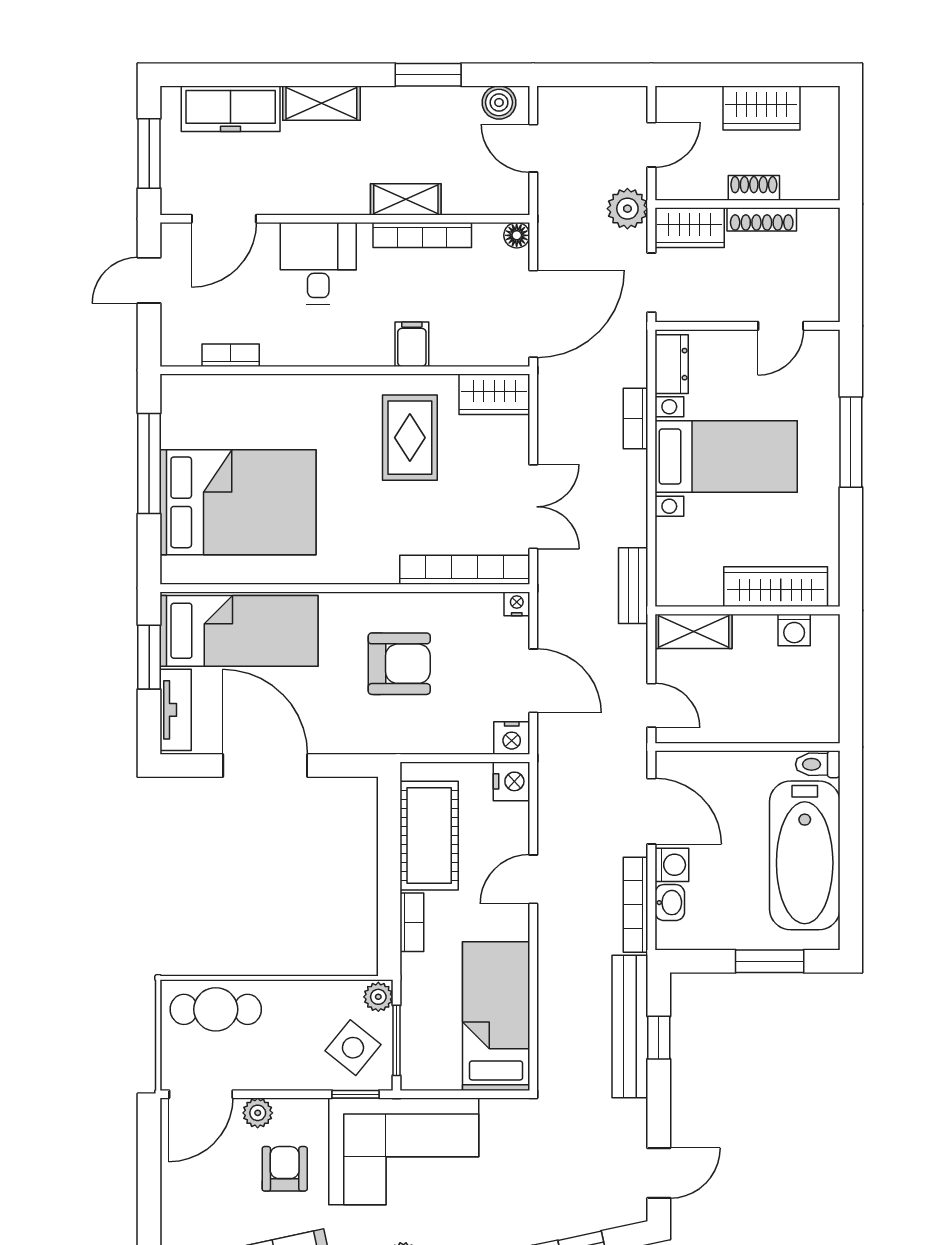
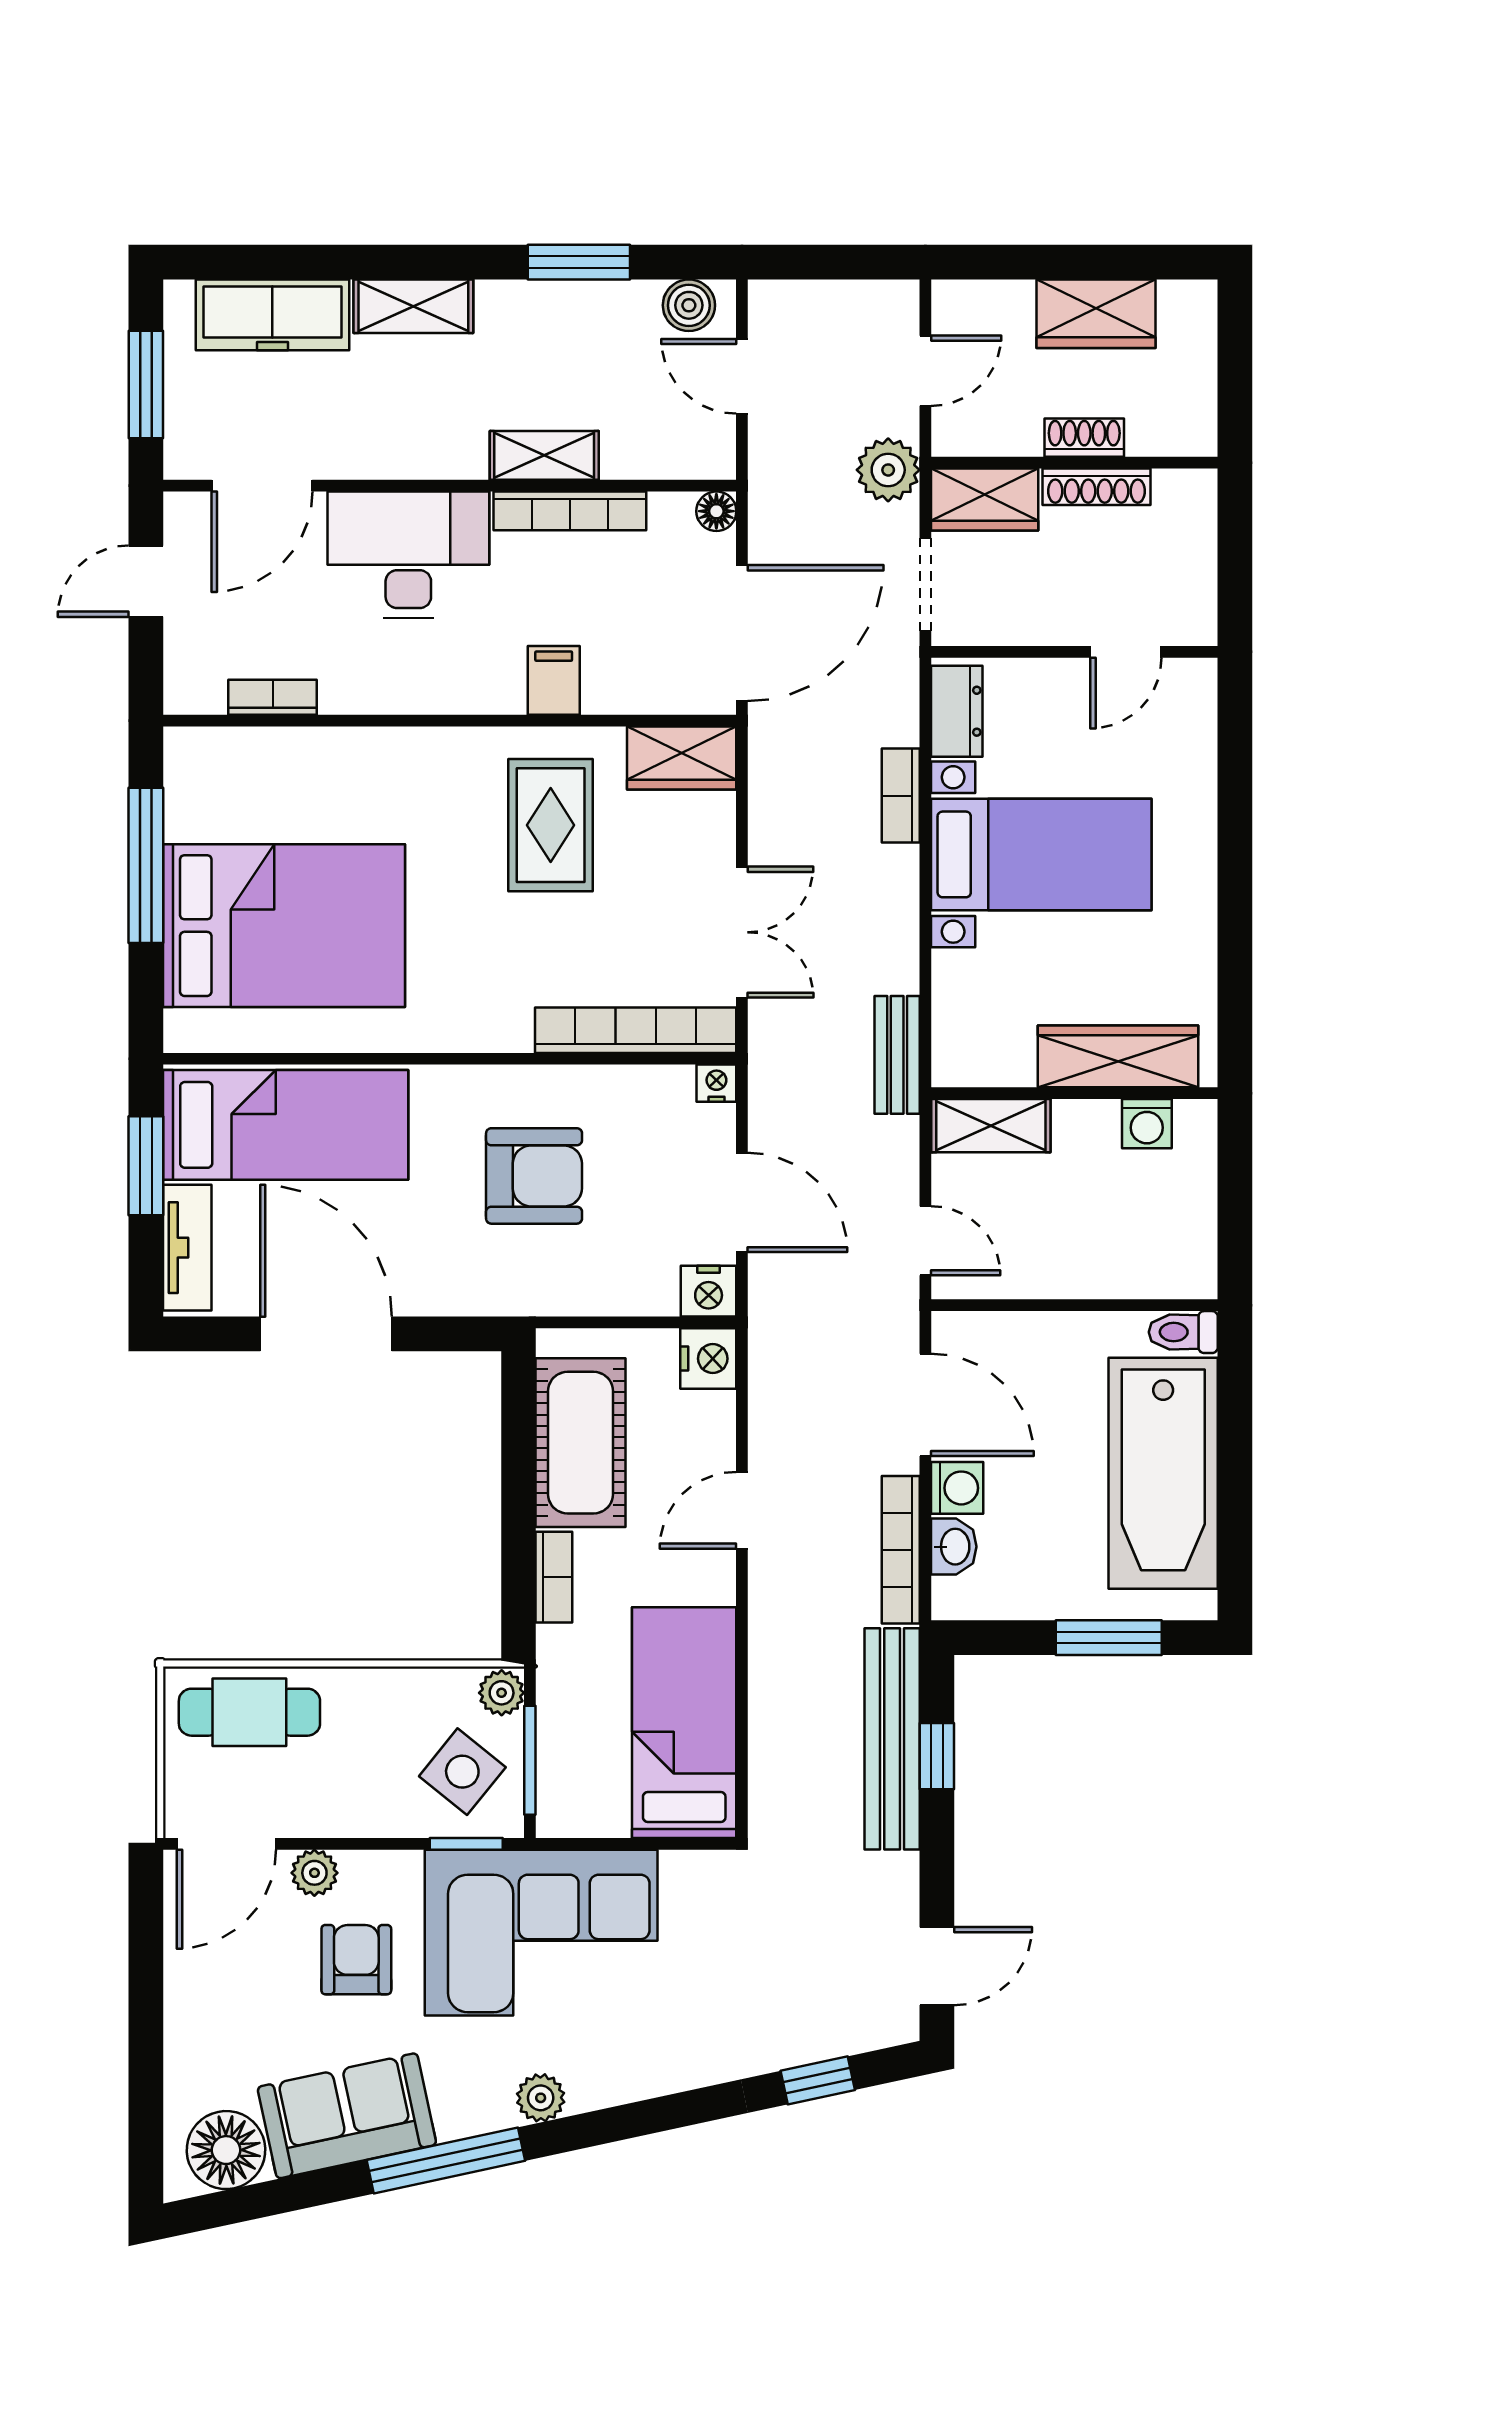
desk: (318, 263) -> (408, 555), width x1.37
window: (851, 442) -> (1235, 832), removed

